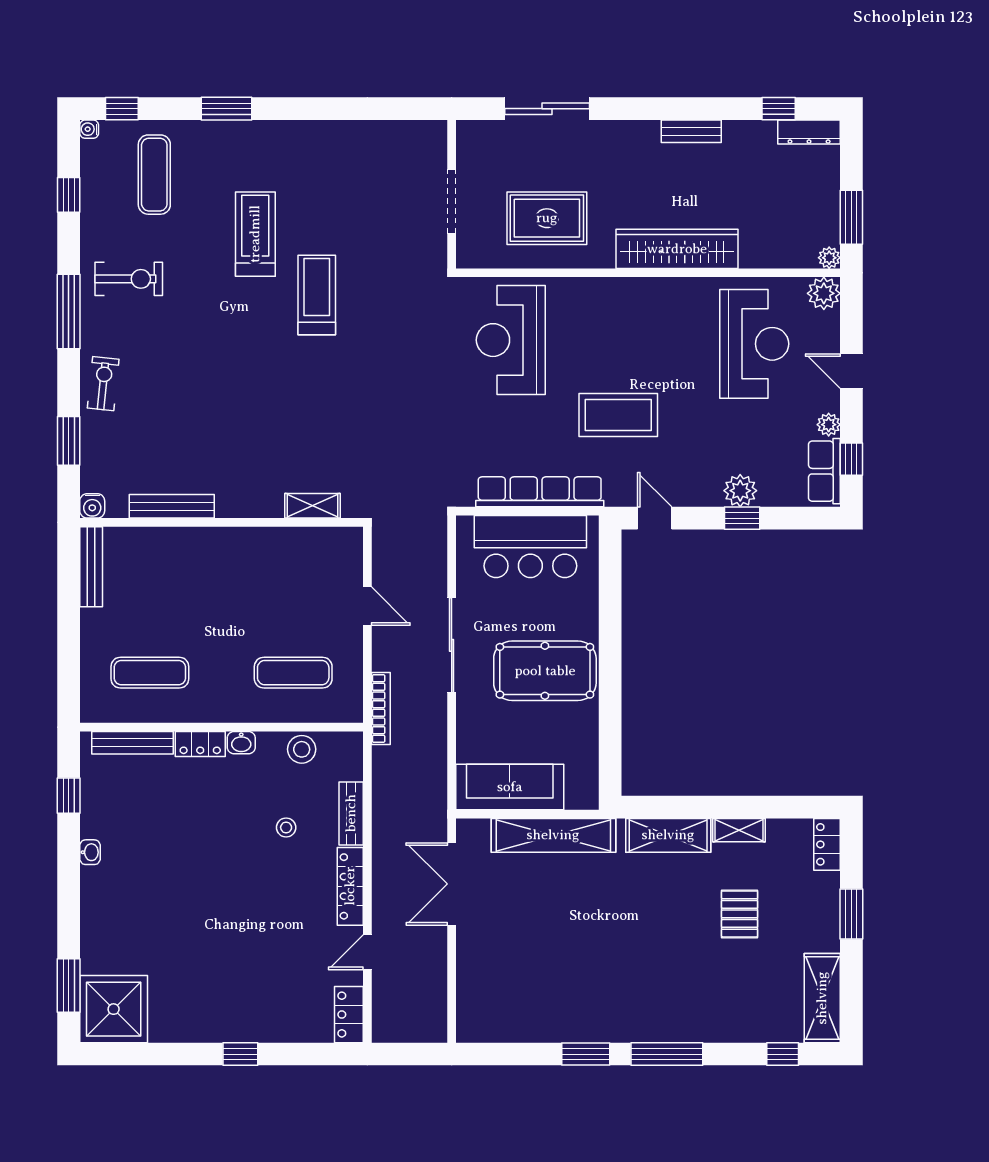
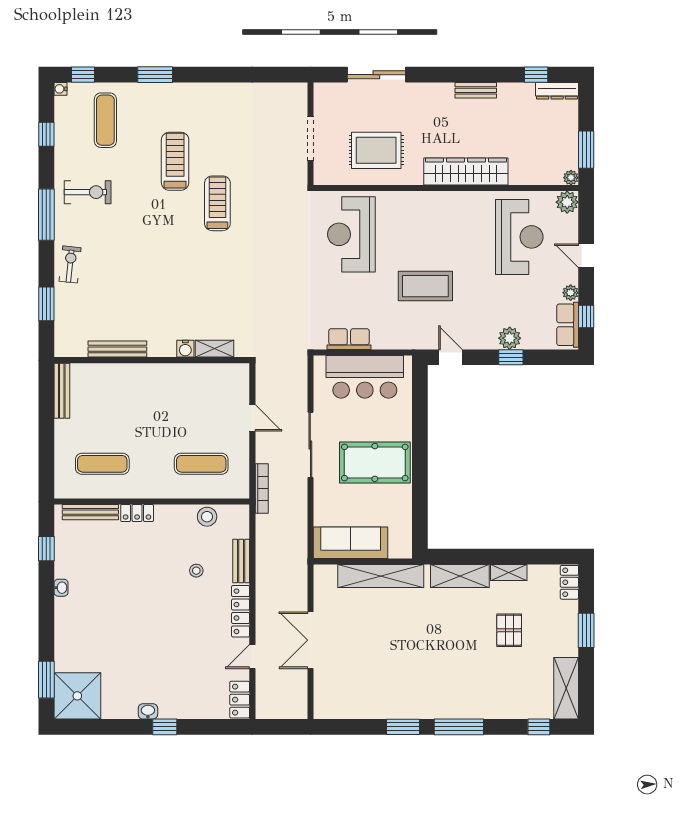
row of seats: (540, 492) -> (349, 339), width x0.50
water cooler: (92, 506) -> (185, 349), moved
washbasin: (241, 743) -> (148, 711), moved, turned 180
double door: (452, 884) -> (310, 640), moved

